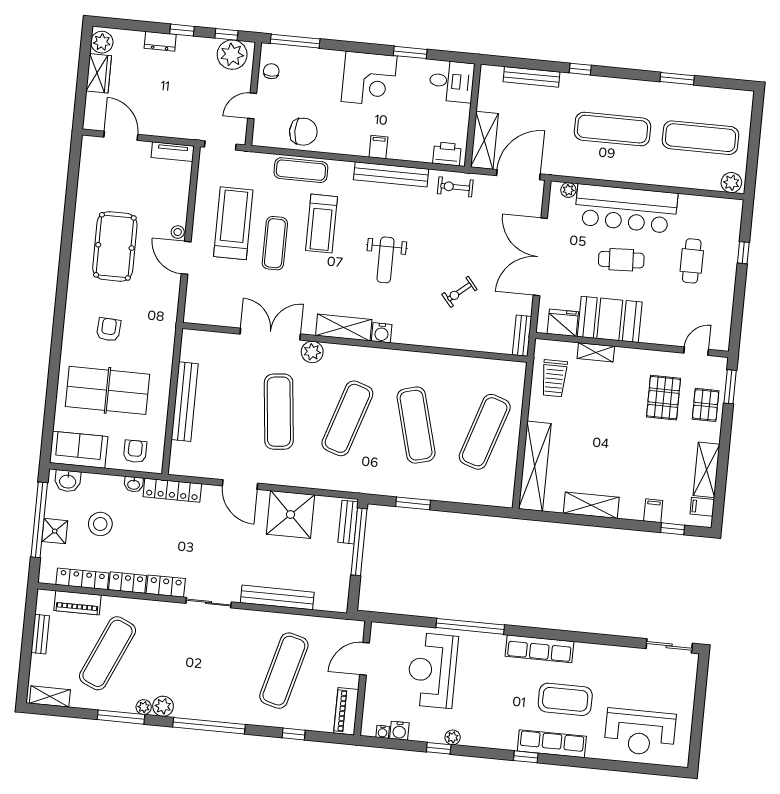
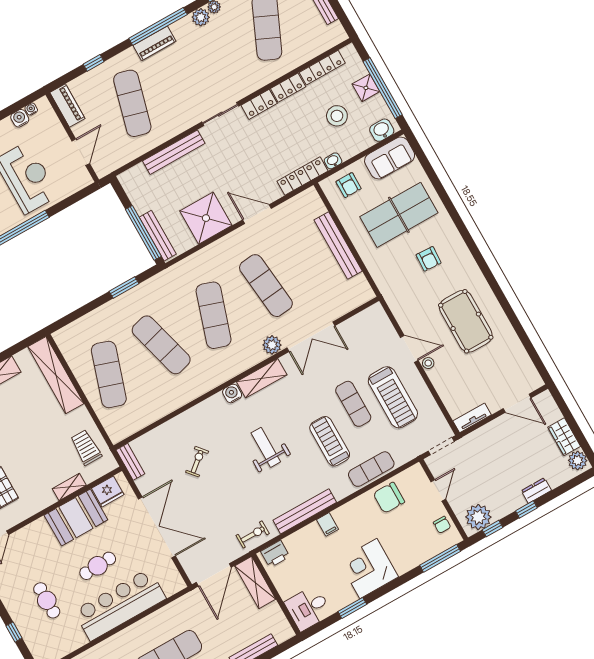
plant: (568, 190) -> (170, 589), removed
bench: (348, 522) -> (158, 236), width x1.36
piano: (77, 603) -> (155, 43), moved, turned 180

